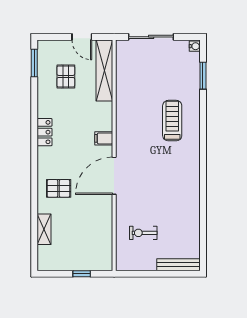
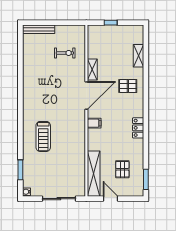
shelving: (106, 211) -> (92, 69), added

